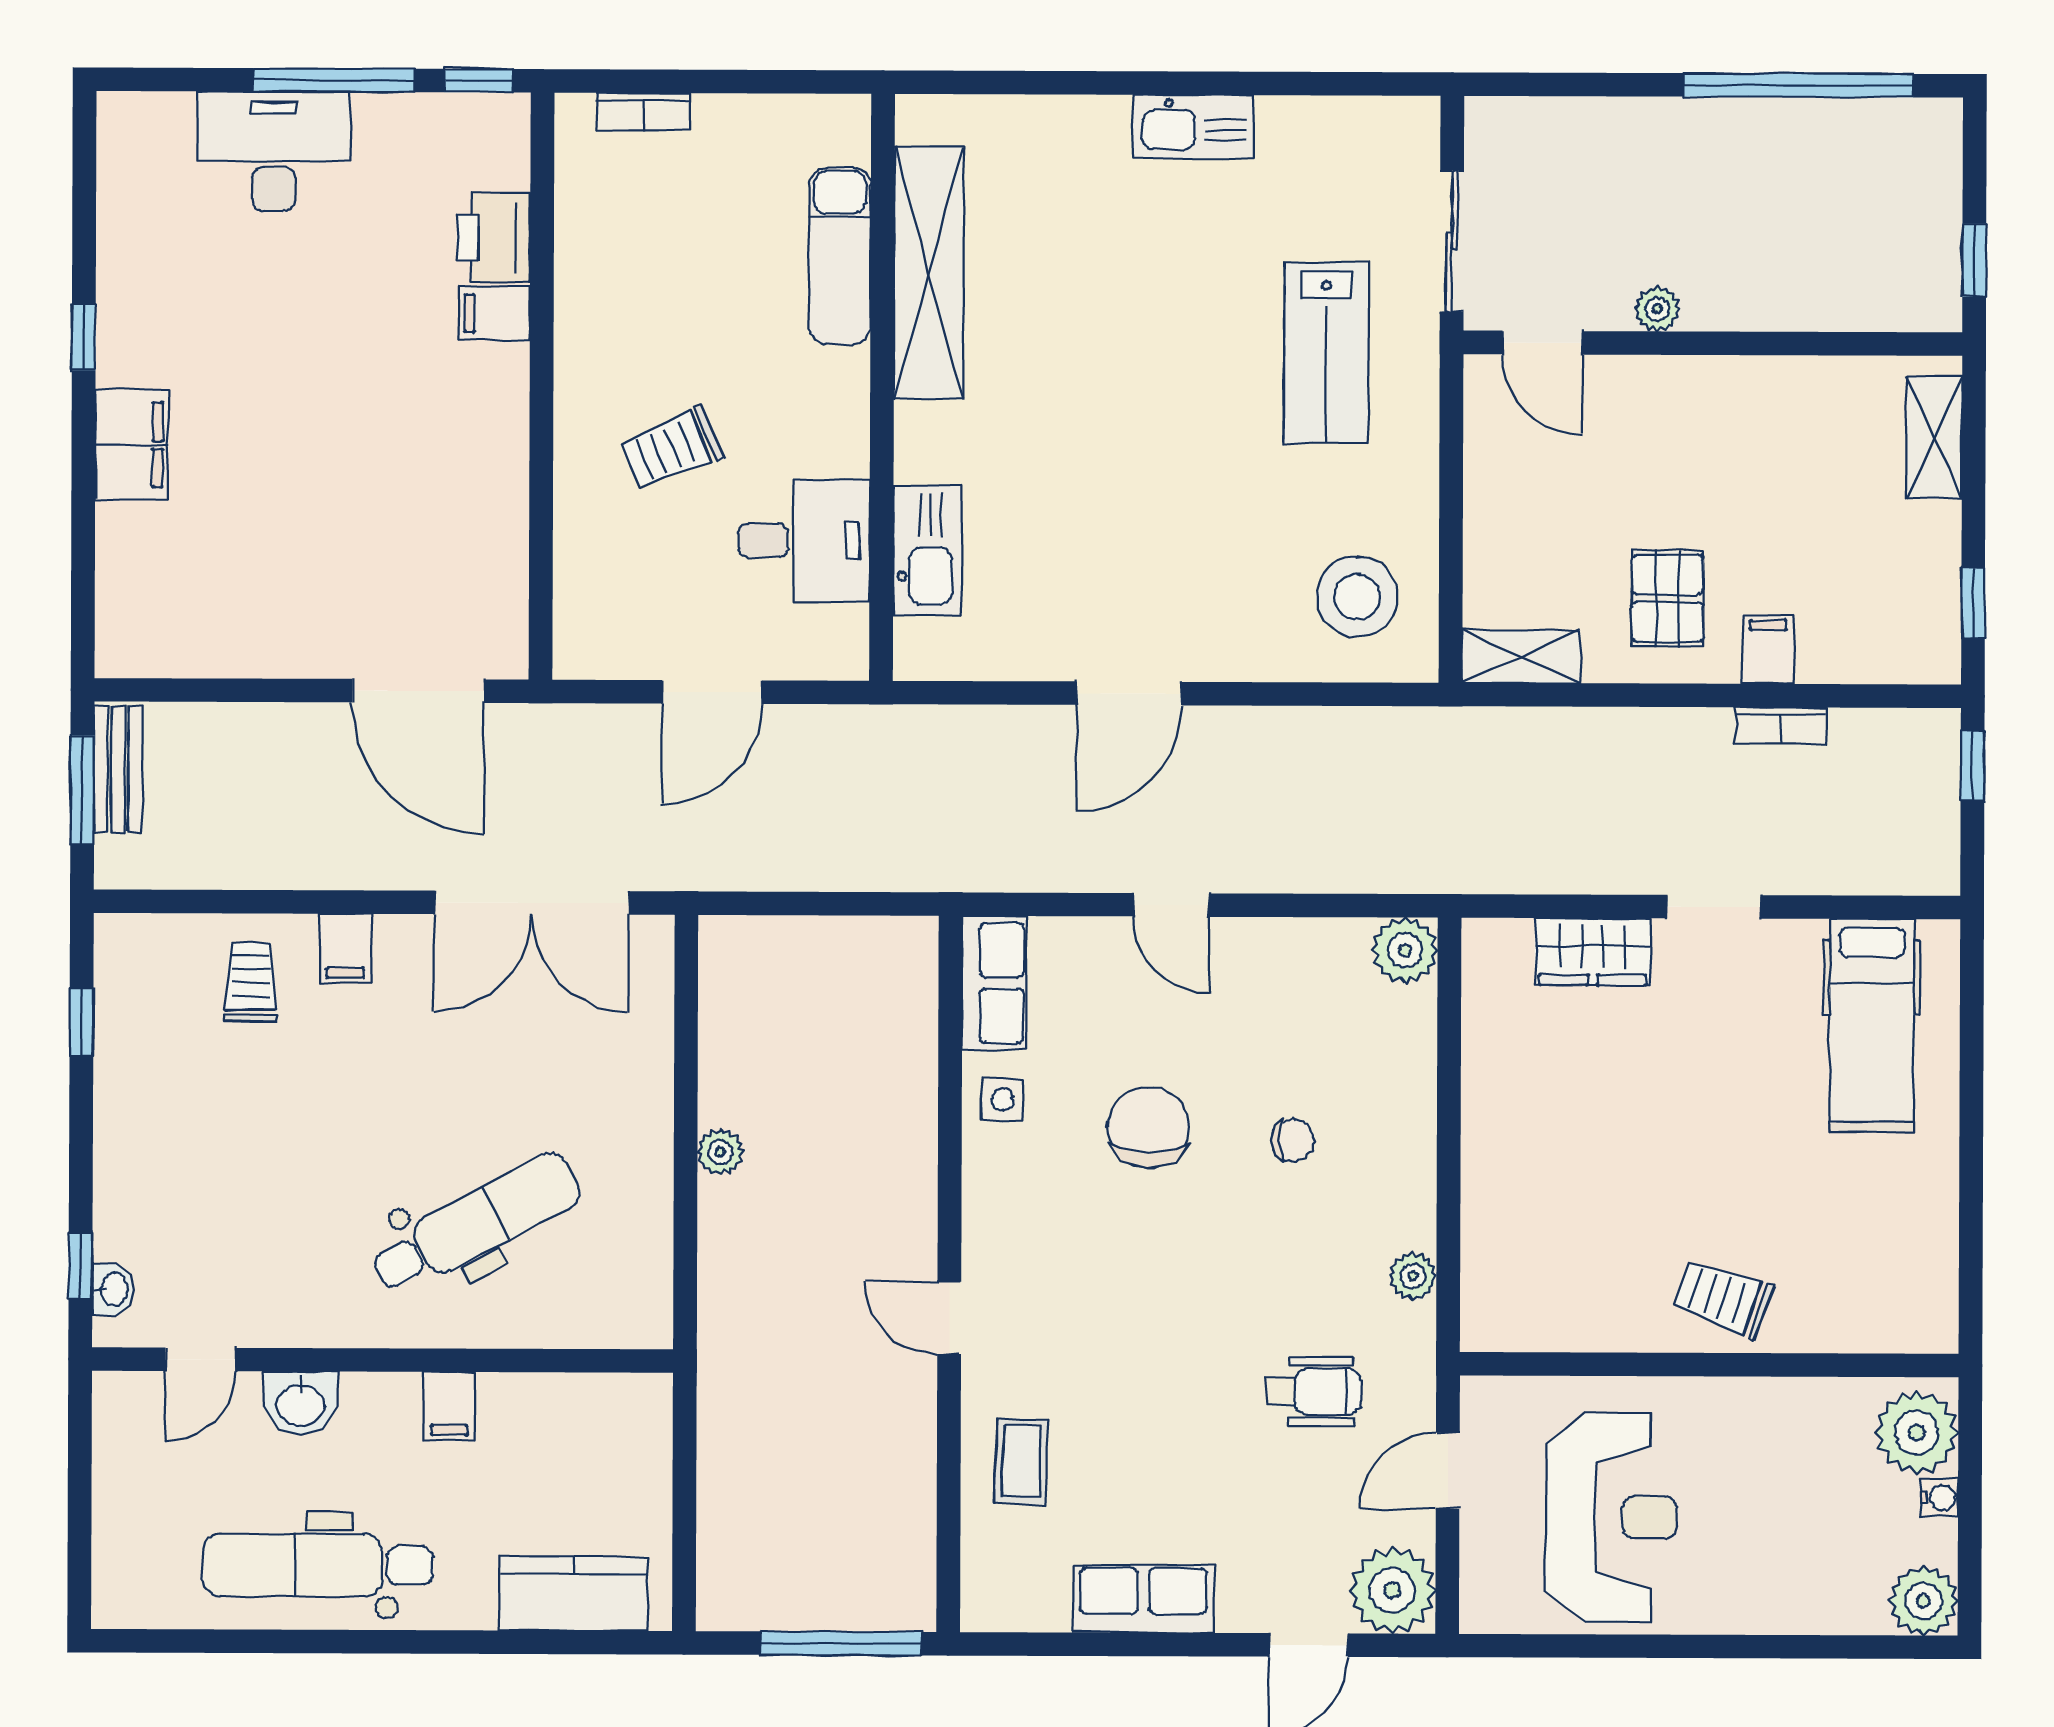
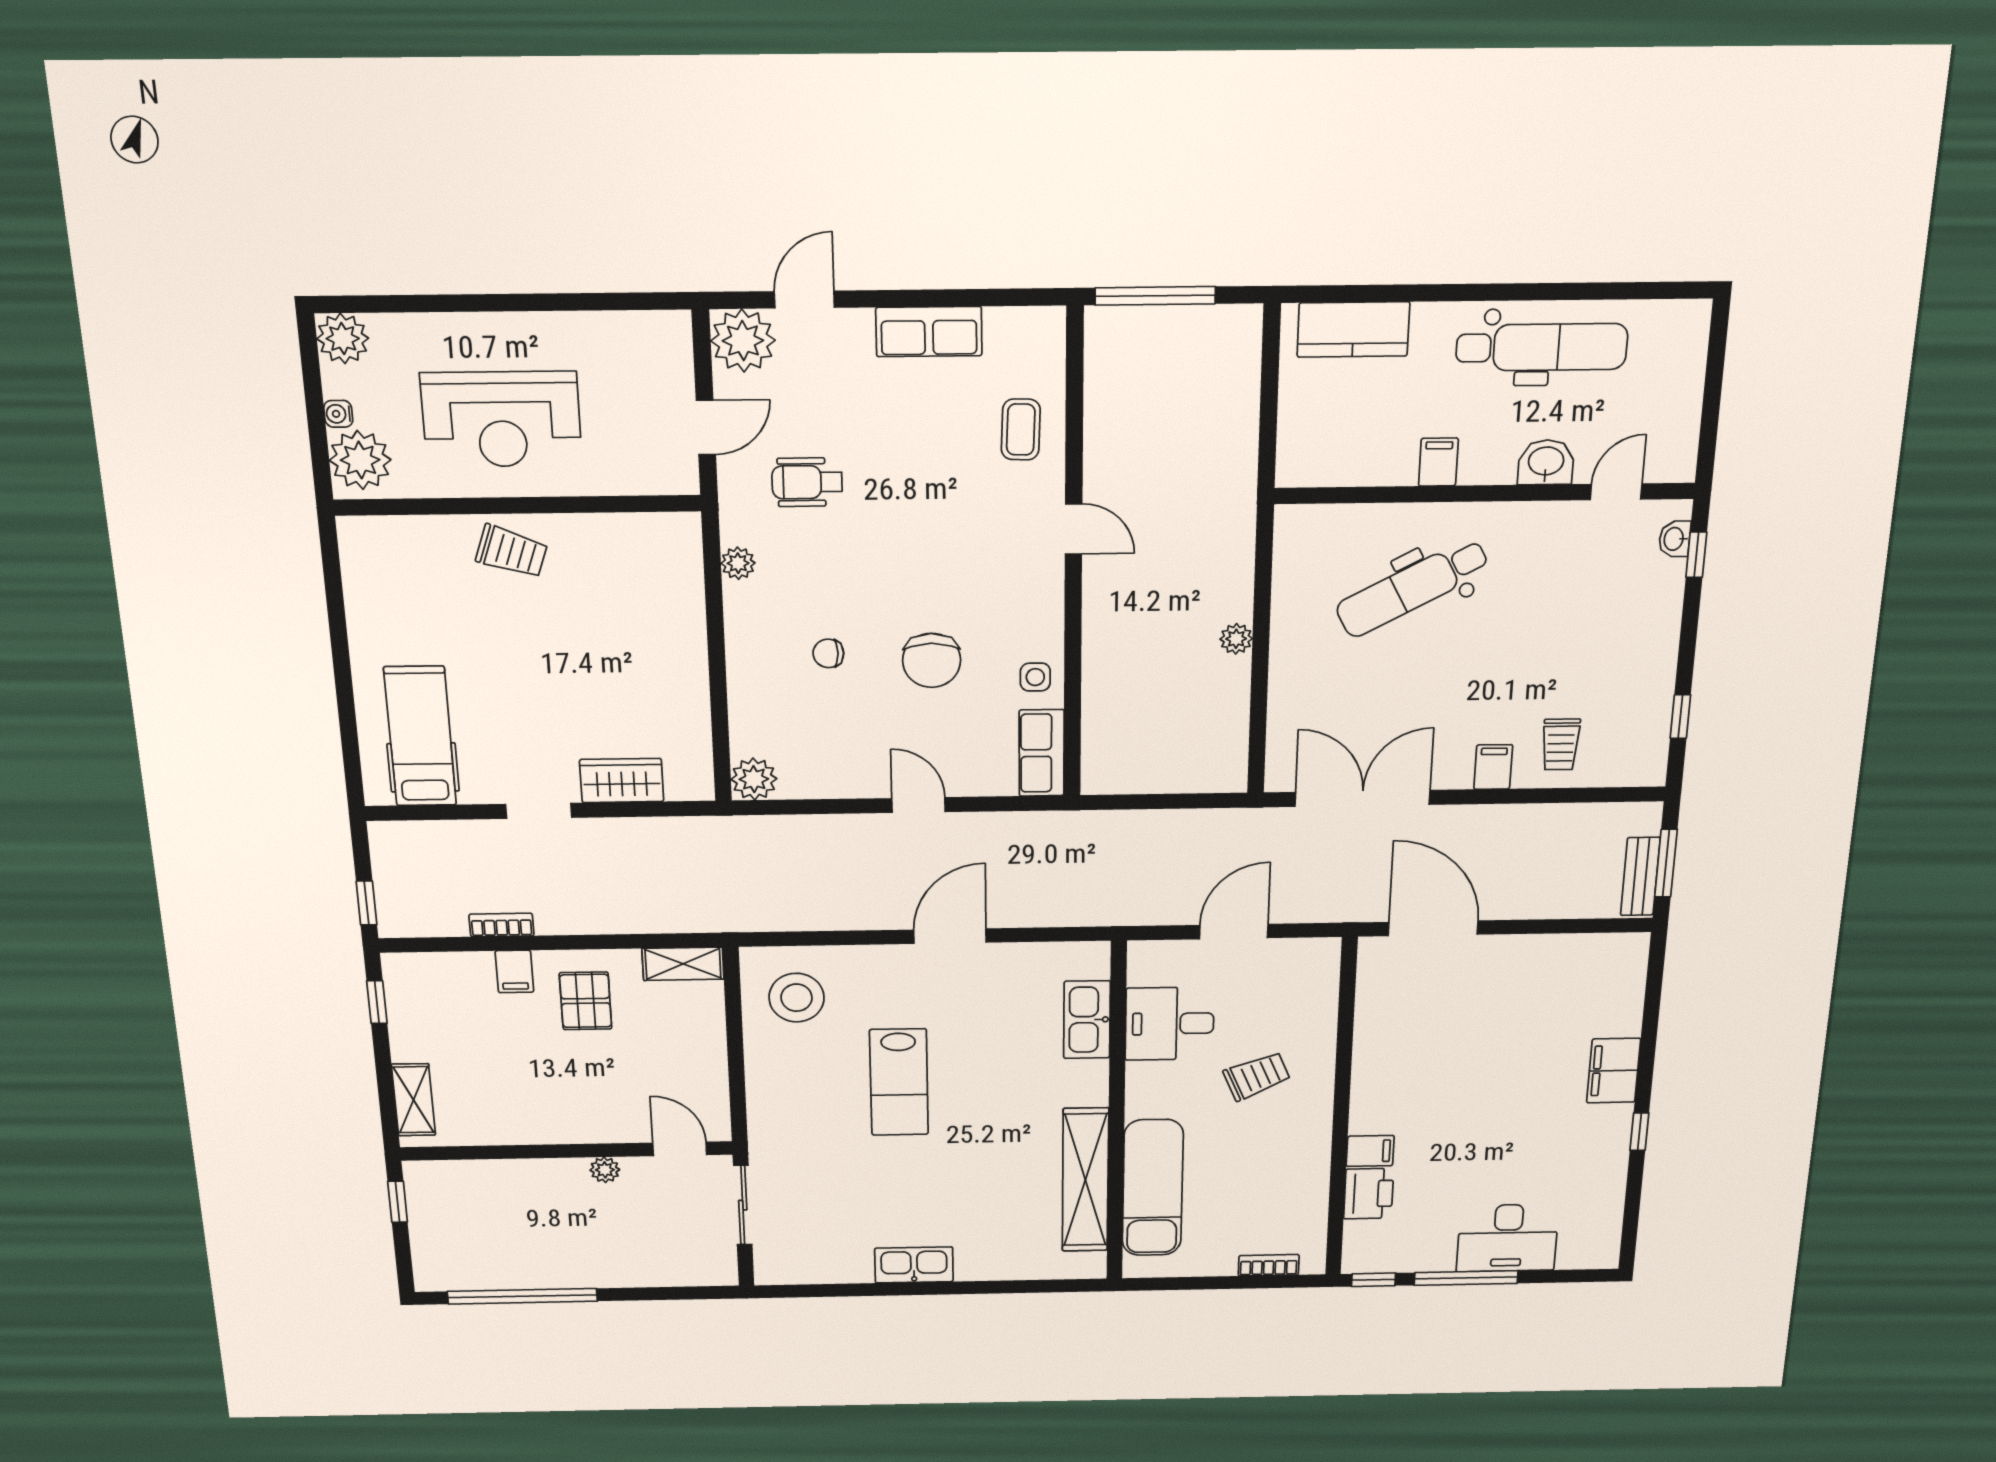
exam couch: (840, 256) -> (1153, 1188), width x1.36, depth x1.45
lab bench: (1326, 352) -> (899, 1082), moved, turned 180
reception desk: (1611, 1517) -> (501, 419), moved, turned -90

